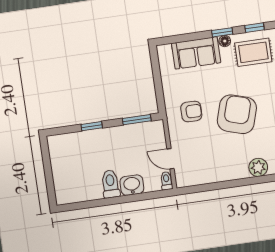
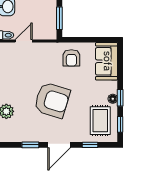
sofa: (196, 53) -> (107, 61), moved
armchair: (191, 112) -> (71, 58), moved

